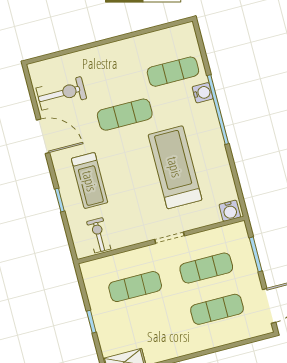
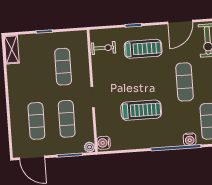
treadmill: (175, 167) -> (141, 110), width x0.73, depth x0.73
treadmill: (90, 181) -> (143, 49), turned 180
plant: (239, 229) -> (90, 147), added

